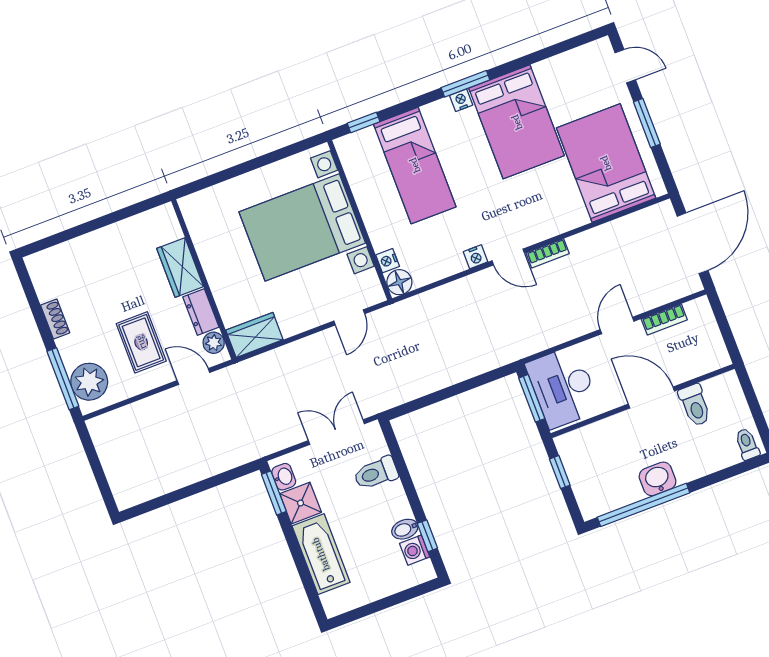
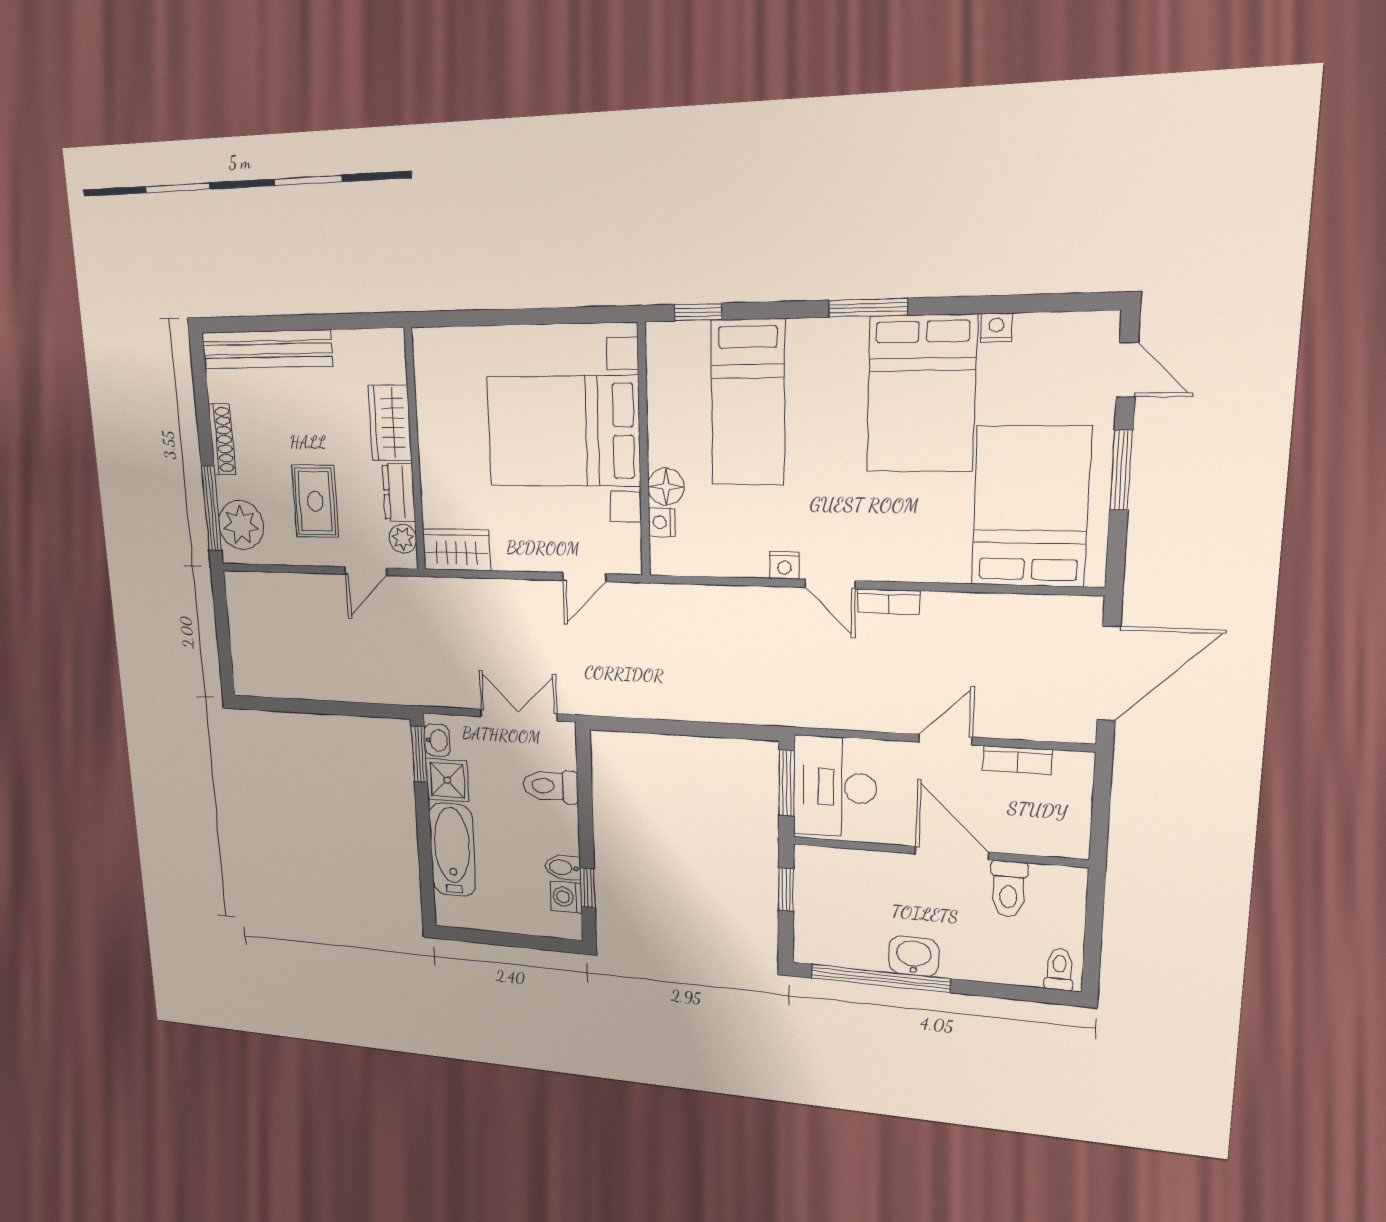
nightstand: (461, 100) -> (996, 328), moved
bench: (75, 251) -> (267, 349), added
floor lamp: (399, 282) -> (666, 487), moved
shoe rack: (55, 319) -> (222, 440), width x1.43
door: (193, 377) -> (366, 571), swing flipped

